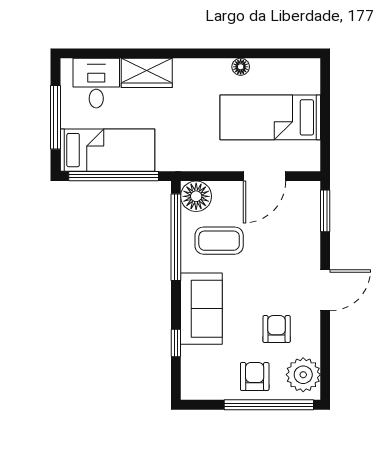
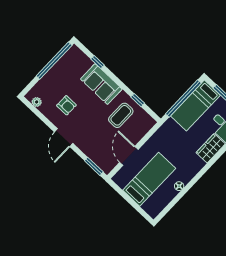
floor lamp: (196, 196) -> (146, 123), removed
window: (176, 237) -> (138, 100), width x0.32
plant: (303, 375) -> (37, 102), width x0.53, depth x0.53
armchair: (255, 376) -> (56, 80), removed
window: (269, 405) -> (54, 61), moved

